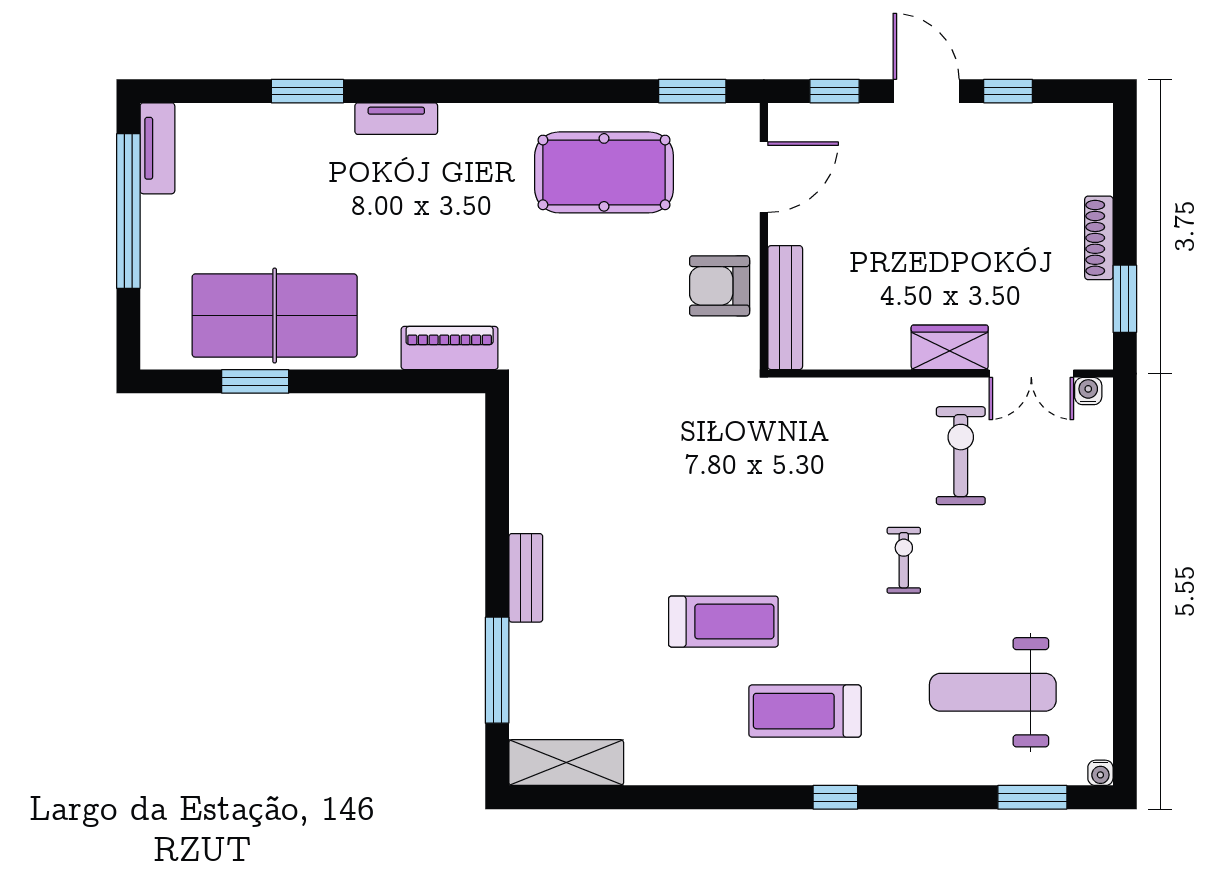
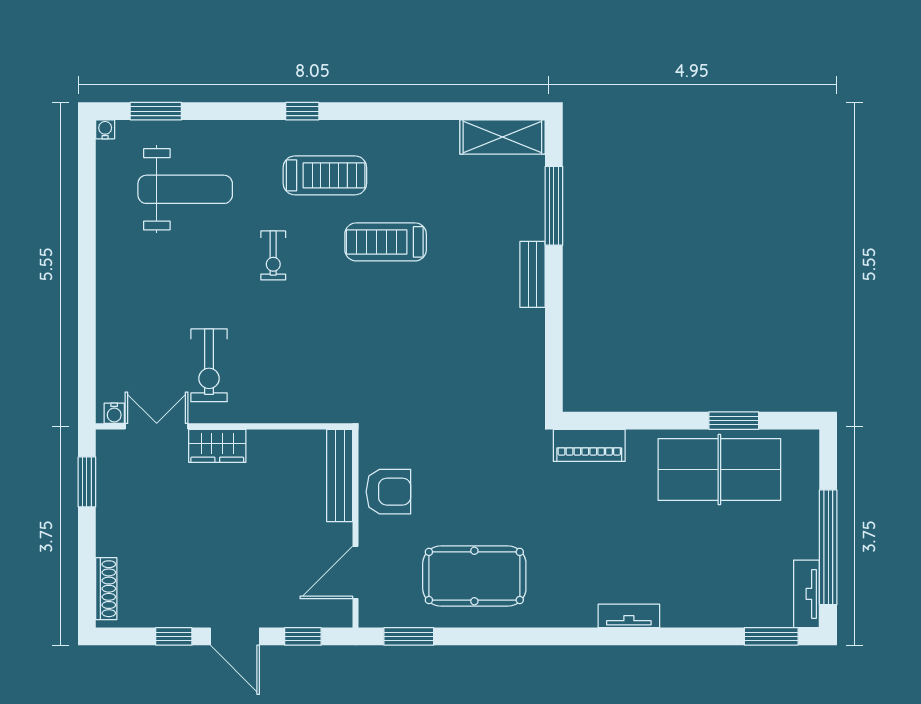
window: (307, 91) -> (771, 636), moved
shoe rack: (1099, 238) -> (106, 589), moved
exercise bike: (904, 560) -> (273, 255), moved

